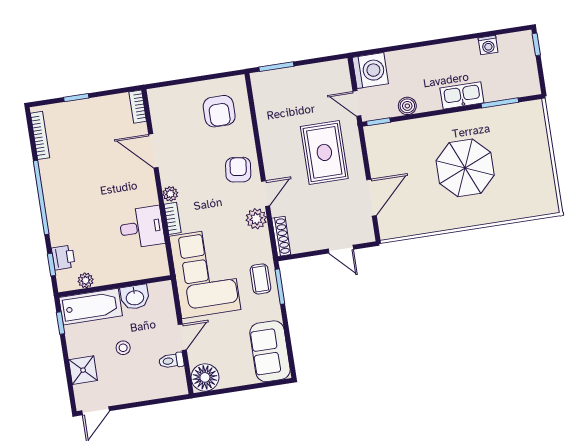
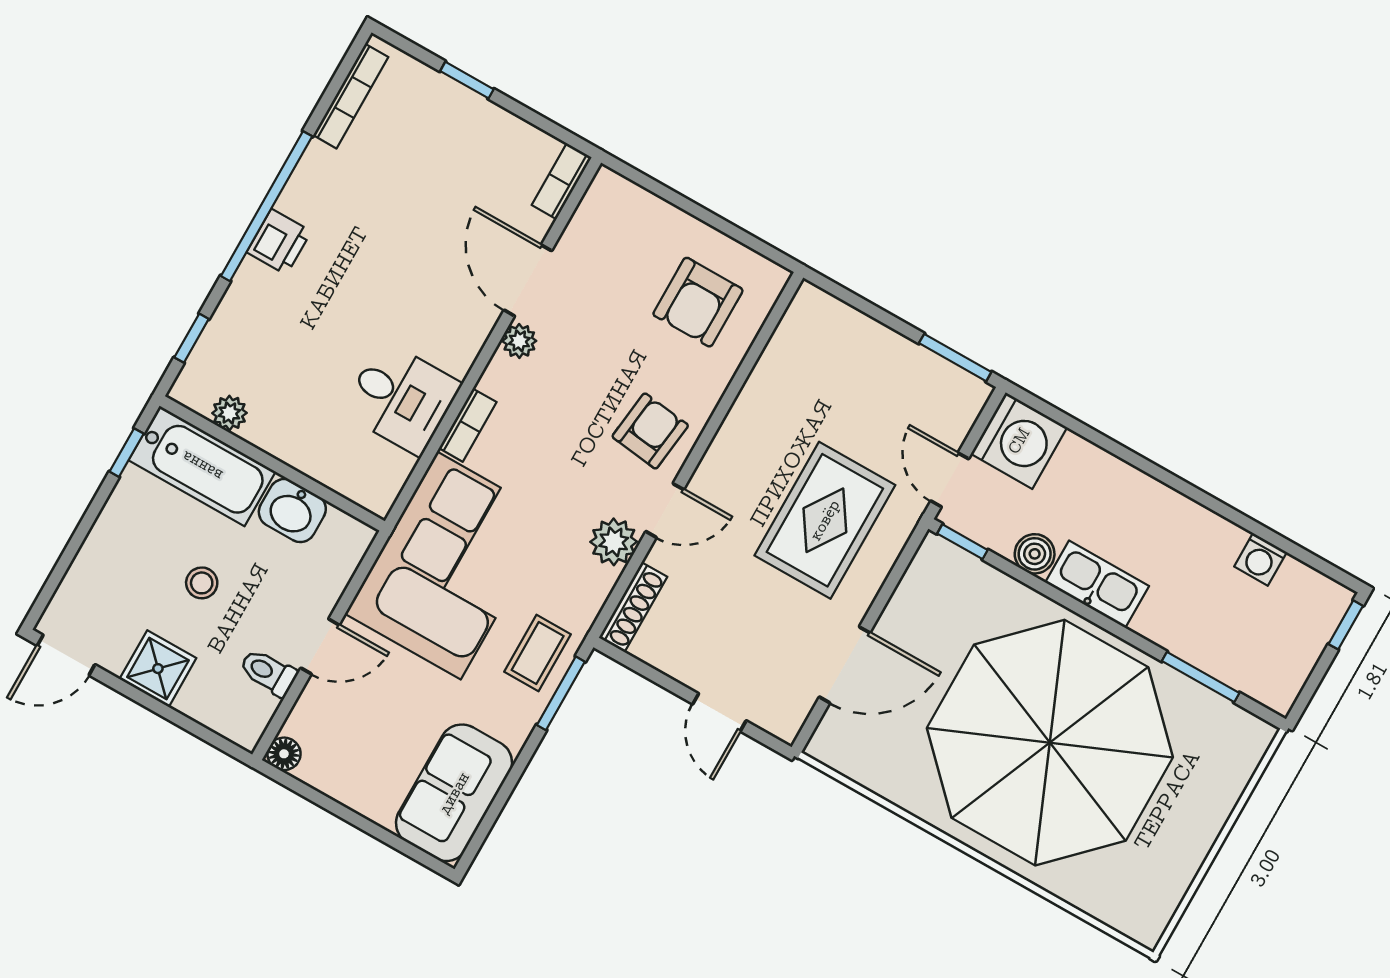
window: (276, 67) -> (955, 358), moved
kitchen sink: (462, 95) -> (1097, 584), moved
parasol: (465, 168) -> (1050, 743), width x1.86, depth x1.86
plant: (170, 194) -> (519, 341), moved
printer: (63, 257) -> (279, 242), moved
shower: (83, 370) -> (158, 669), moved
floor lamp: (205, 377) -> (284, 754), width x0.53, depth x0.53

